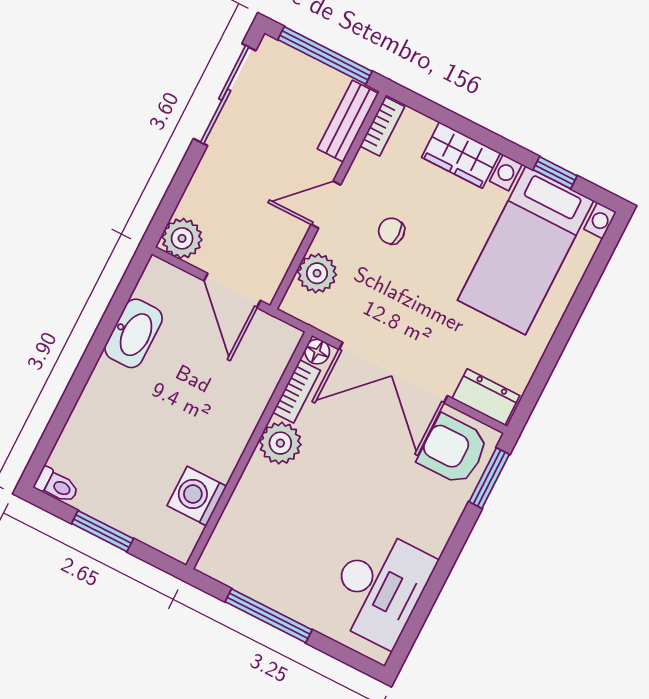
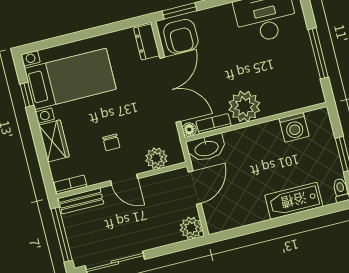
washbasin: (134, 333) -> (206, 148), moved, turned 180
bathtub: (98, 409) -> (294, 201), added
plant: (280, 443) -> (244, 106), width x1.36, depth x1.36

